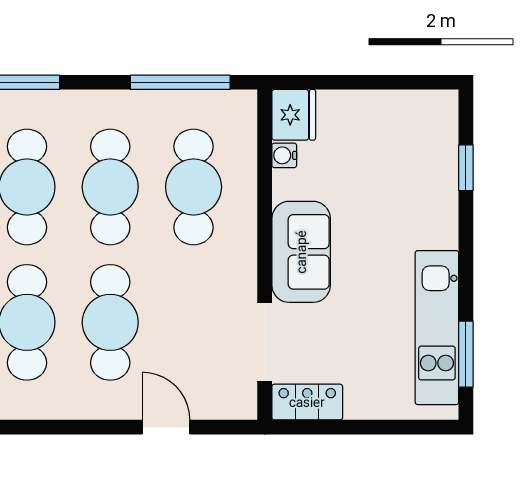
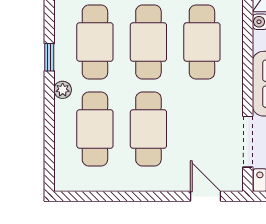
door: (166, 427) -> (206, 196), moved

